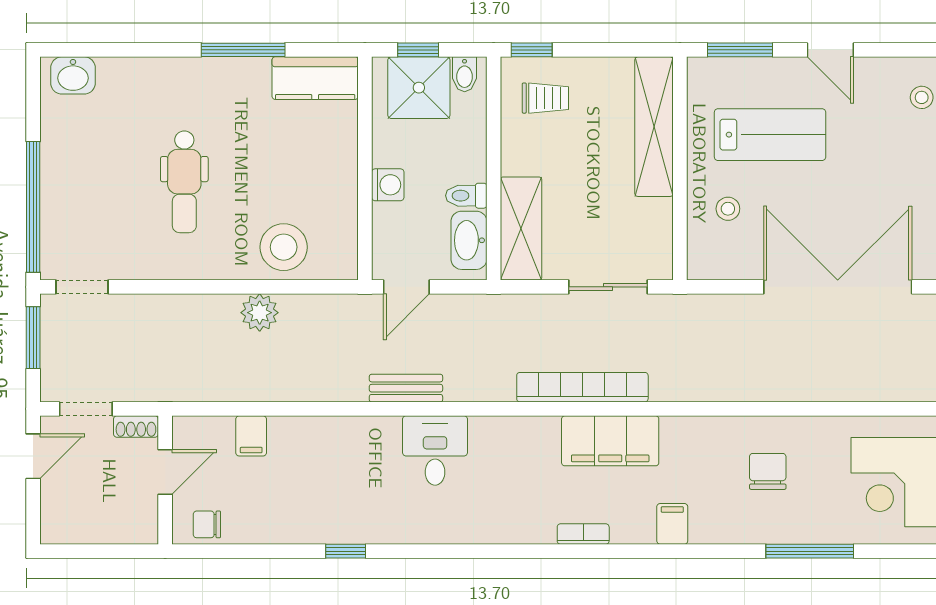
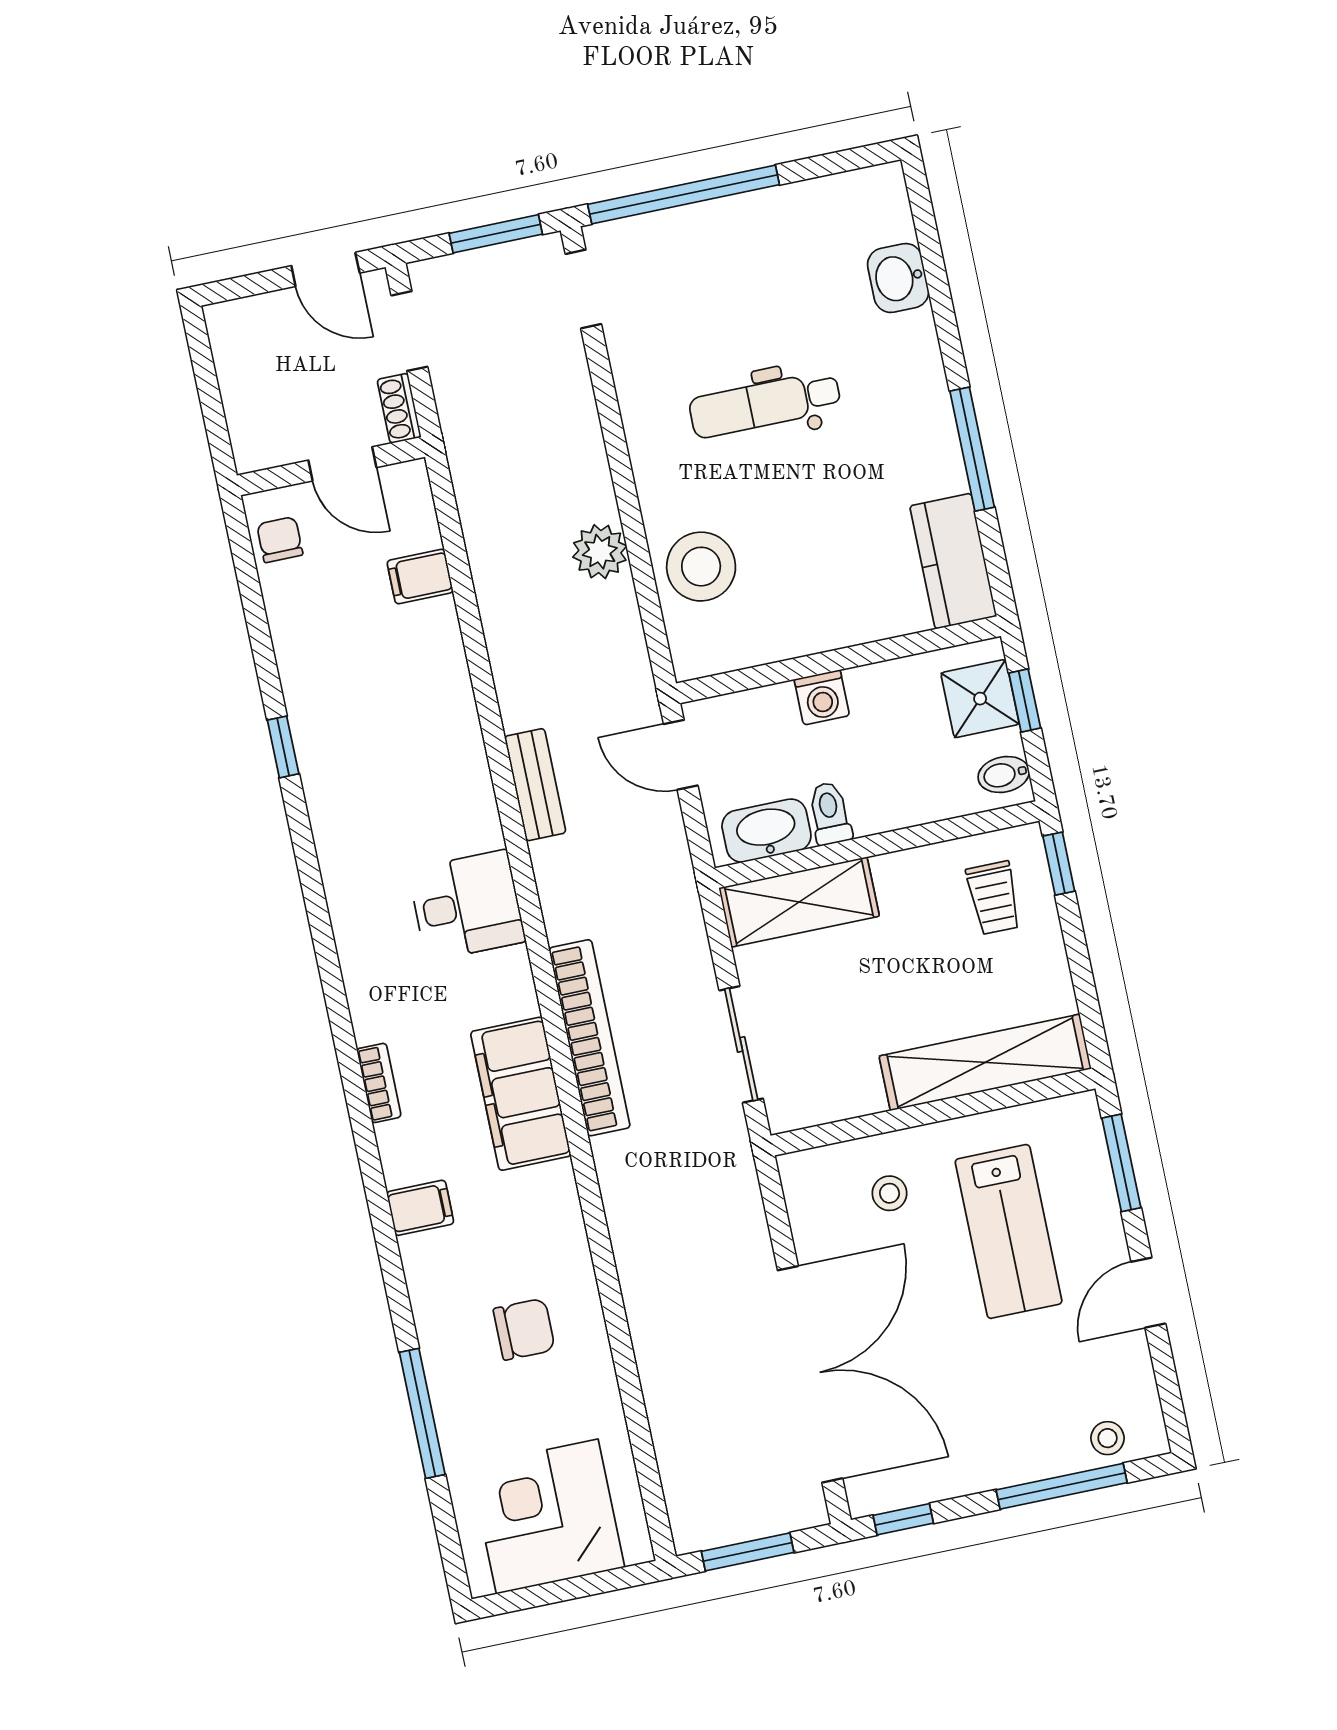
washbasin: (73, 75) -> (898, 278), moved
shower: (419, 88) -> (980, 699), width x0.73, depth x0.73
desk: (435, 450) -> (467, 905), moved

